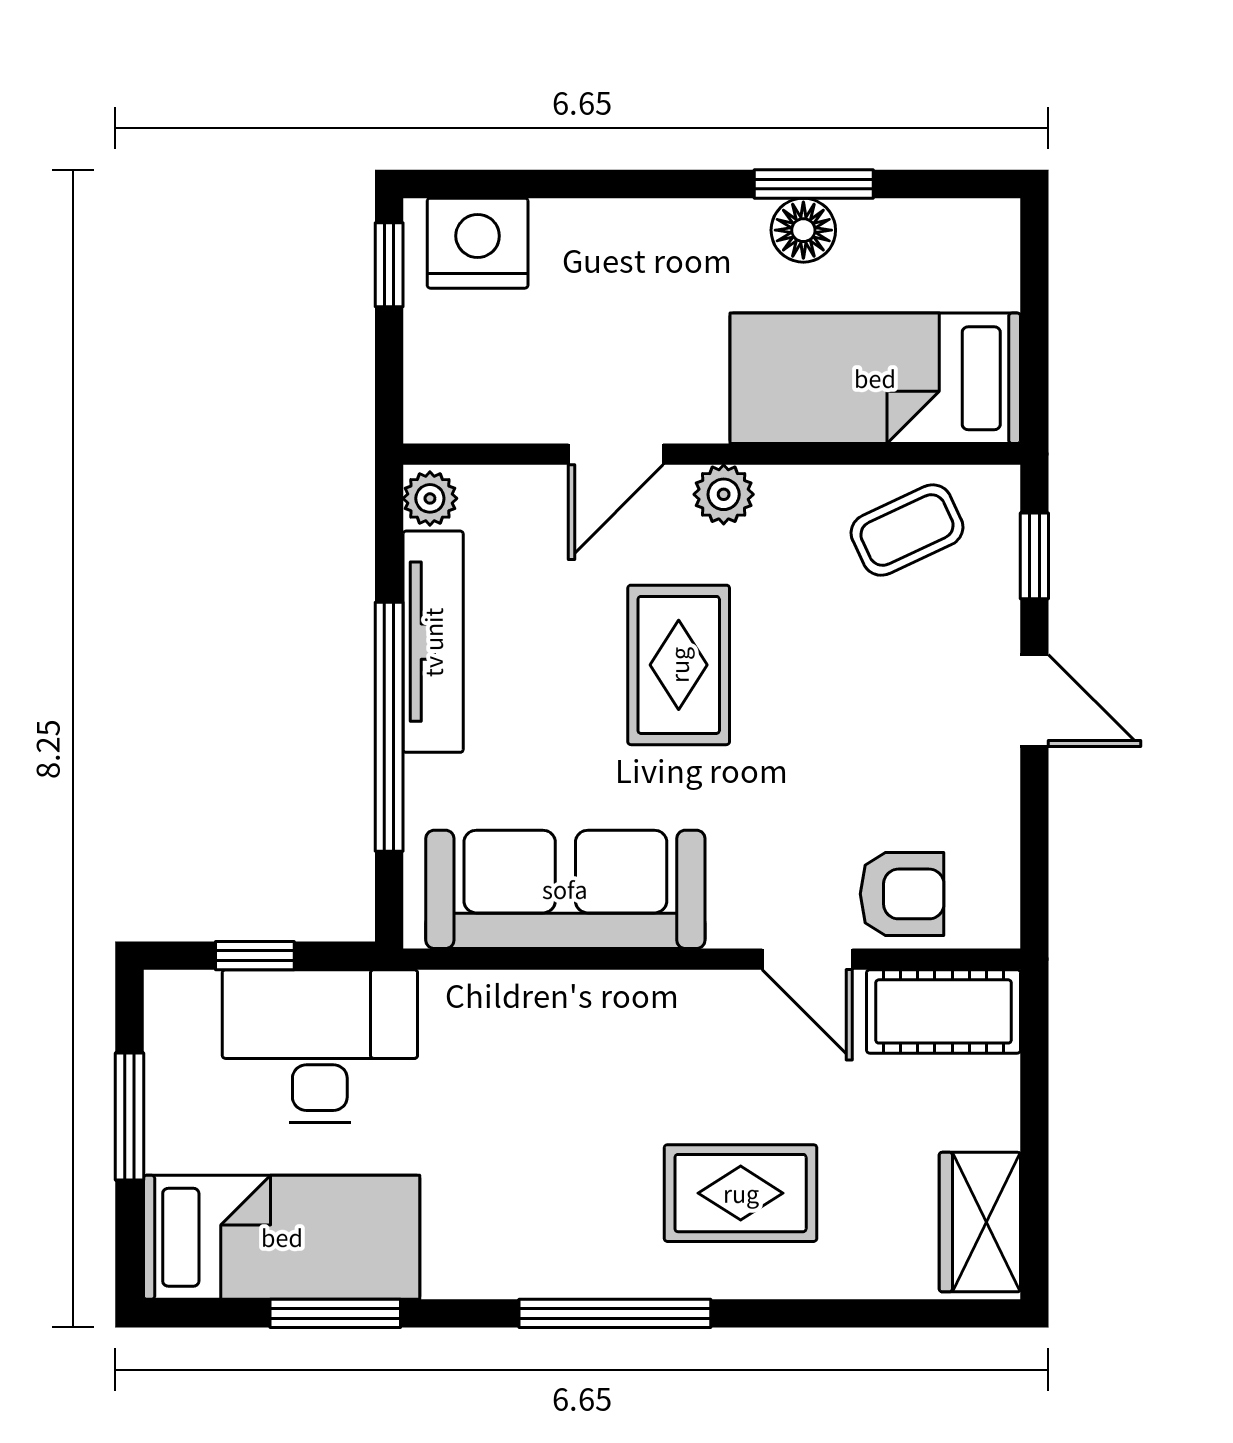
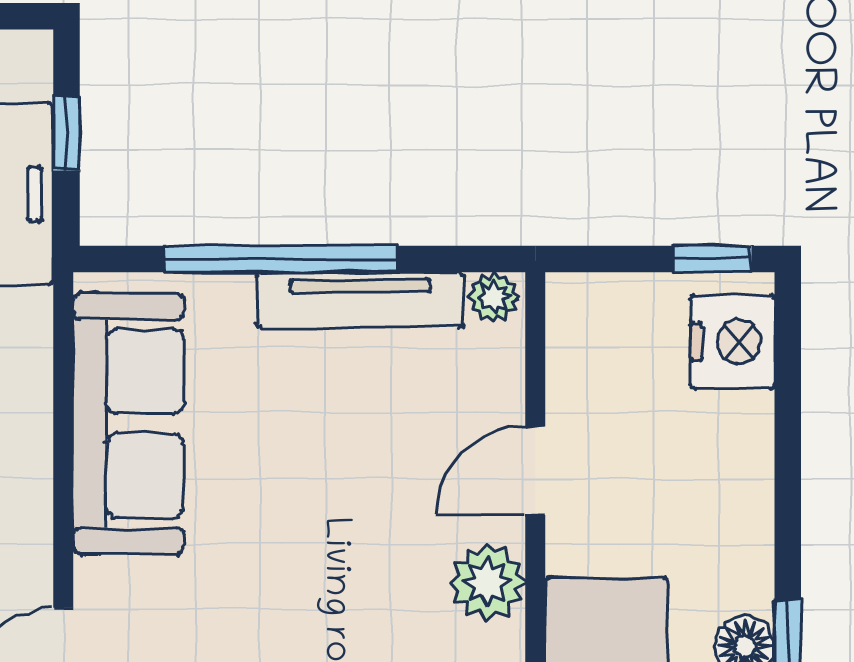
door: (616, 454) -> (535, 471), hinge flipped
plant: (724, 494) -> (487, 582), width x1.38, depth x1.38
rug: (679, 665) -> (338, 530), removed

